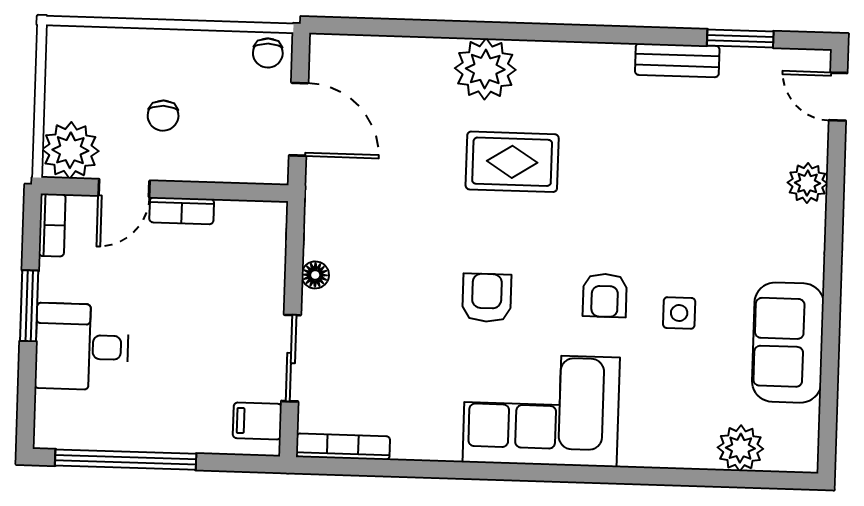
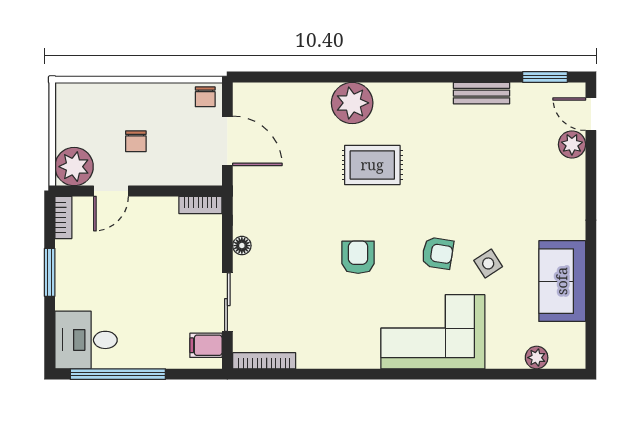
window: (740, 38) -> (545, 77), moved
plant: (807, 183) -> (572, 144), moved
bookcase: (182, 211) -> (200, 205), moved
armchair: (605, 295) -> (438, 253), turned -81
side table: (679, 313) -> (488, 263), turned -33
desk: (82, 347) -> (86, 340), moved
corner sofa: (541, 410) -> (433, 332), moved
plant: (740, 448) -> (537, 358), width x0.73, depth x0.73

